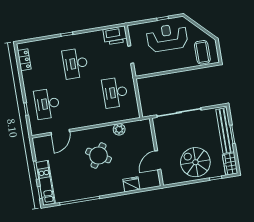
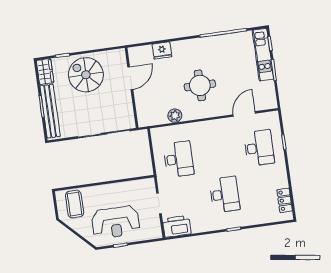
round table: (98, 156) -> (200, 85), turned -32
spiral stairs: (195, 162) -> (86, 75), turned 180

